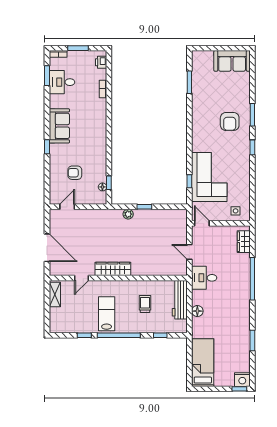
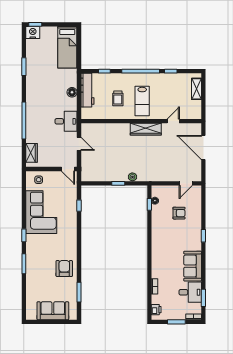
sofa: (232, 61) -> (53, 311), moved
armchair: (230, 122) -> (64, 268), moved
sofa: (59, 126) -> (193, 266), moved
corner sofa: (209, 177) -> (41, 212), moved, turned 180
shelving: (55, 295) -> (196, 89), moved
workbench: (180, 300) -> (87, 90), moved
lab bench: (107, 314) -> (142, 101), moved

